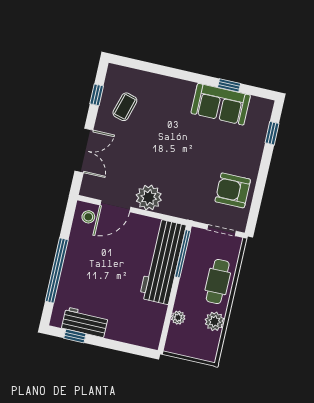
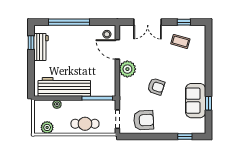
armchair: (185, 160) -> (156, 87), added
armchair: (233, 190) -> (144, 120), turned 87
workbench: (163, 262) -> (64, 87), moved
plant: (215, 321) -> (47, 127), moved

